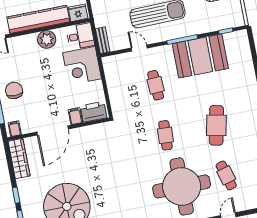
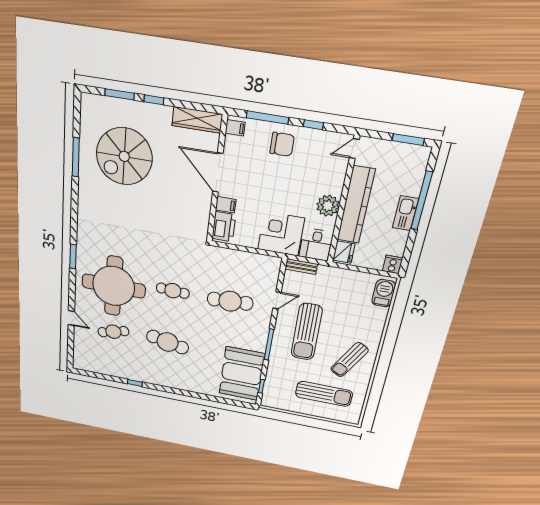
booth: (200, 56) -> (242, 374), moved
cafe table: (156, 85) -> (230, 301), width x1.37, depth x1.35

